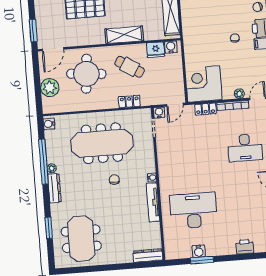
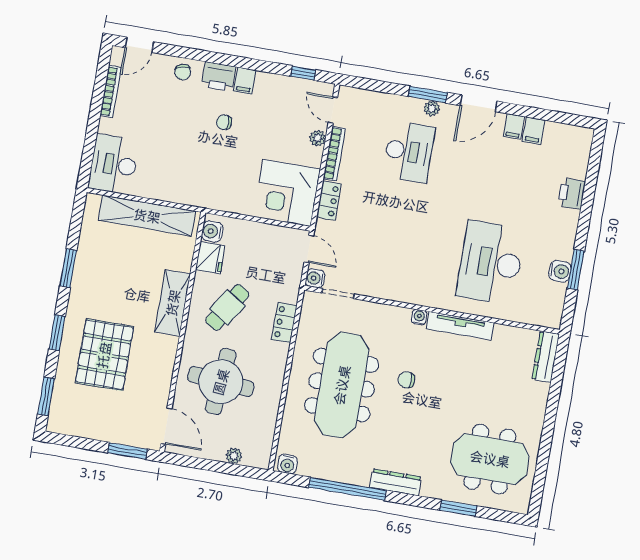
plant: (50, 88) -> (234, 456), width x0.53, depth x0.53
plant: (52, 168) -> (362, 478), removed

